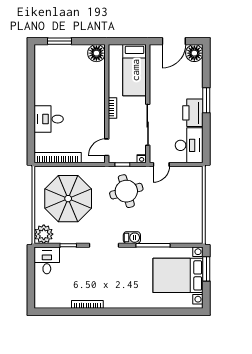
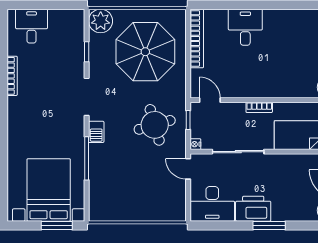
desk: (47, 260) -> (32, 26), moved, turned -90

